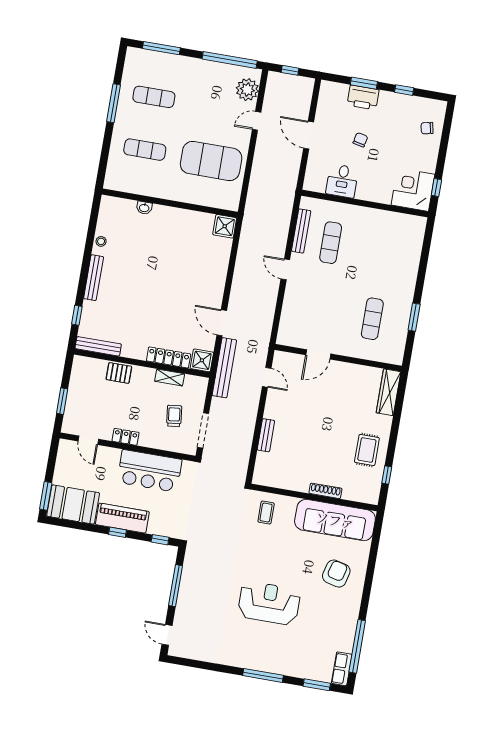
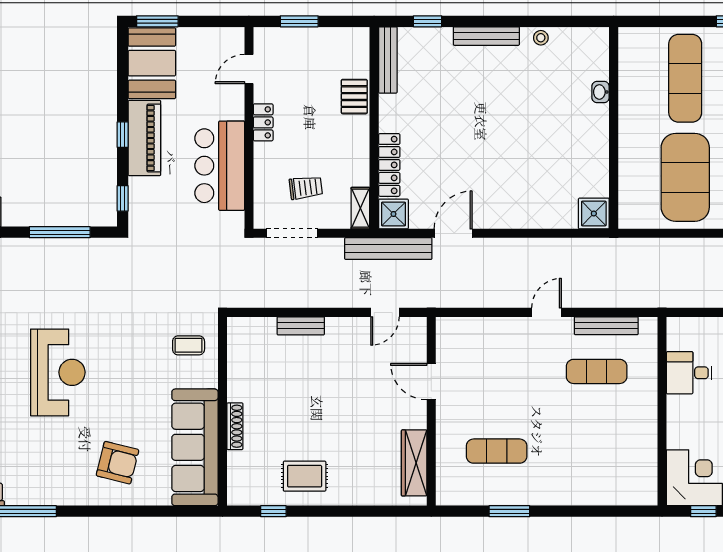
exercise mat: (145, 150) -> (685, 78), width x1.36, depth x1.45
shelving: (170, 378) -> (360, 208), moved
wardrobe: (388, 392) -> (414, 463), moved, turned -90

